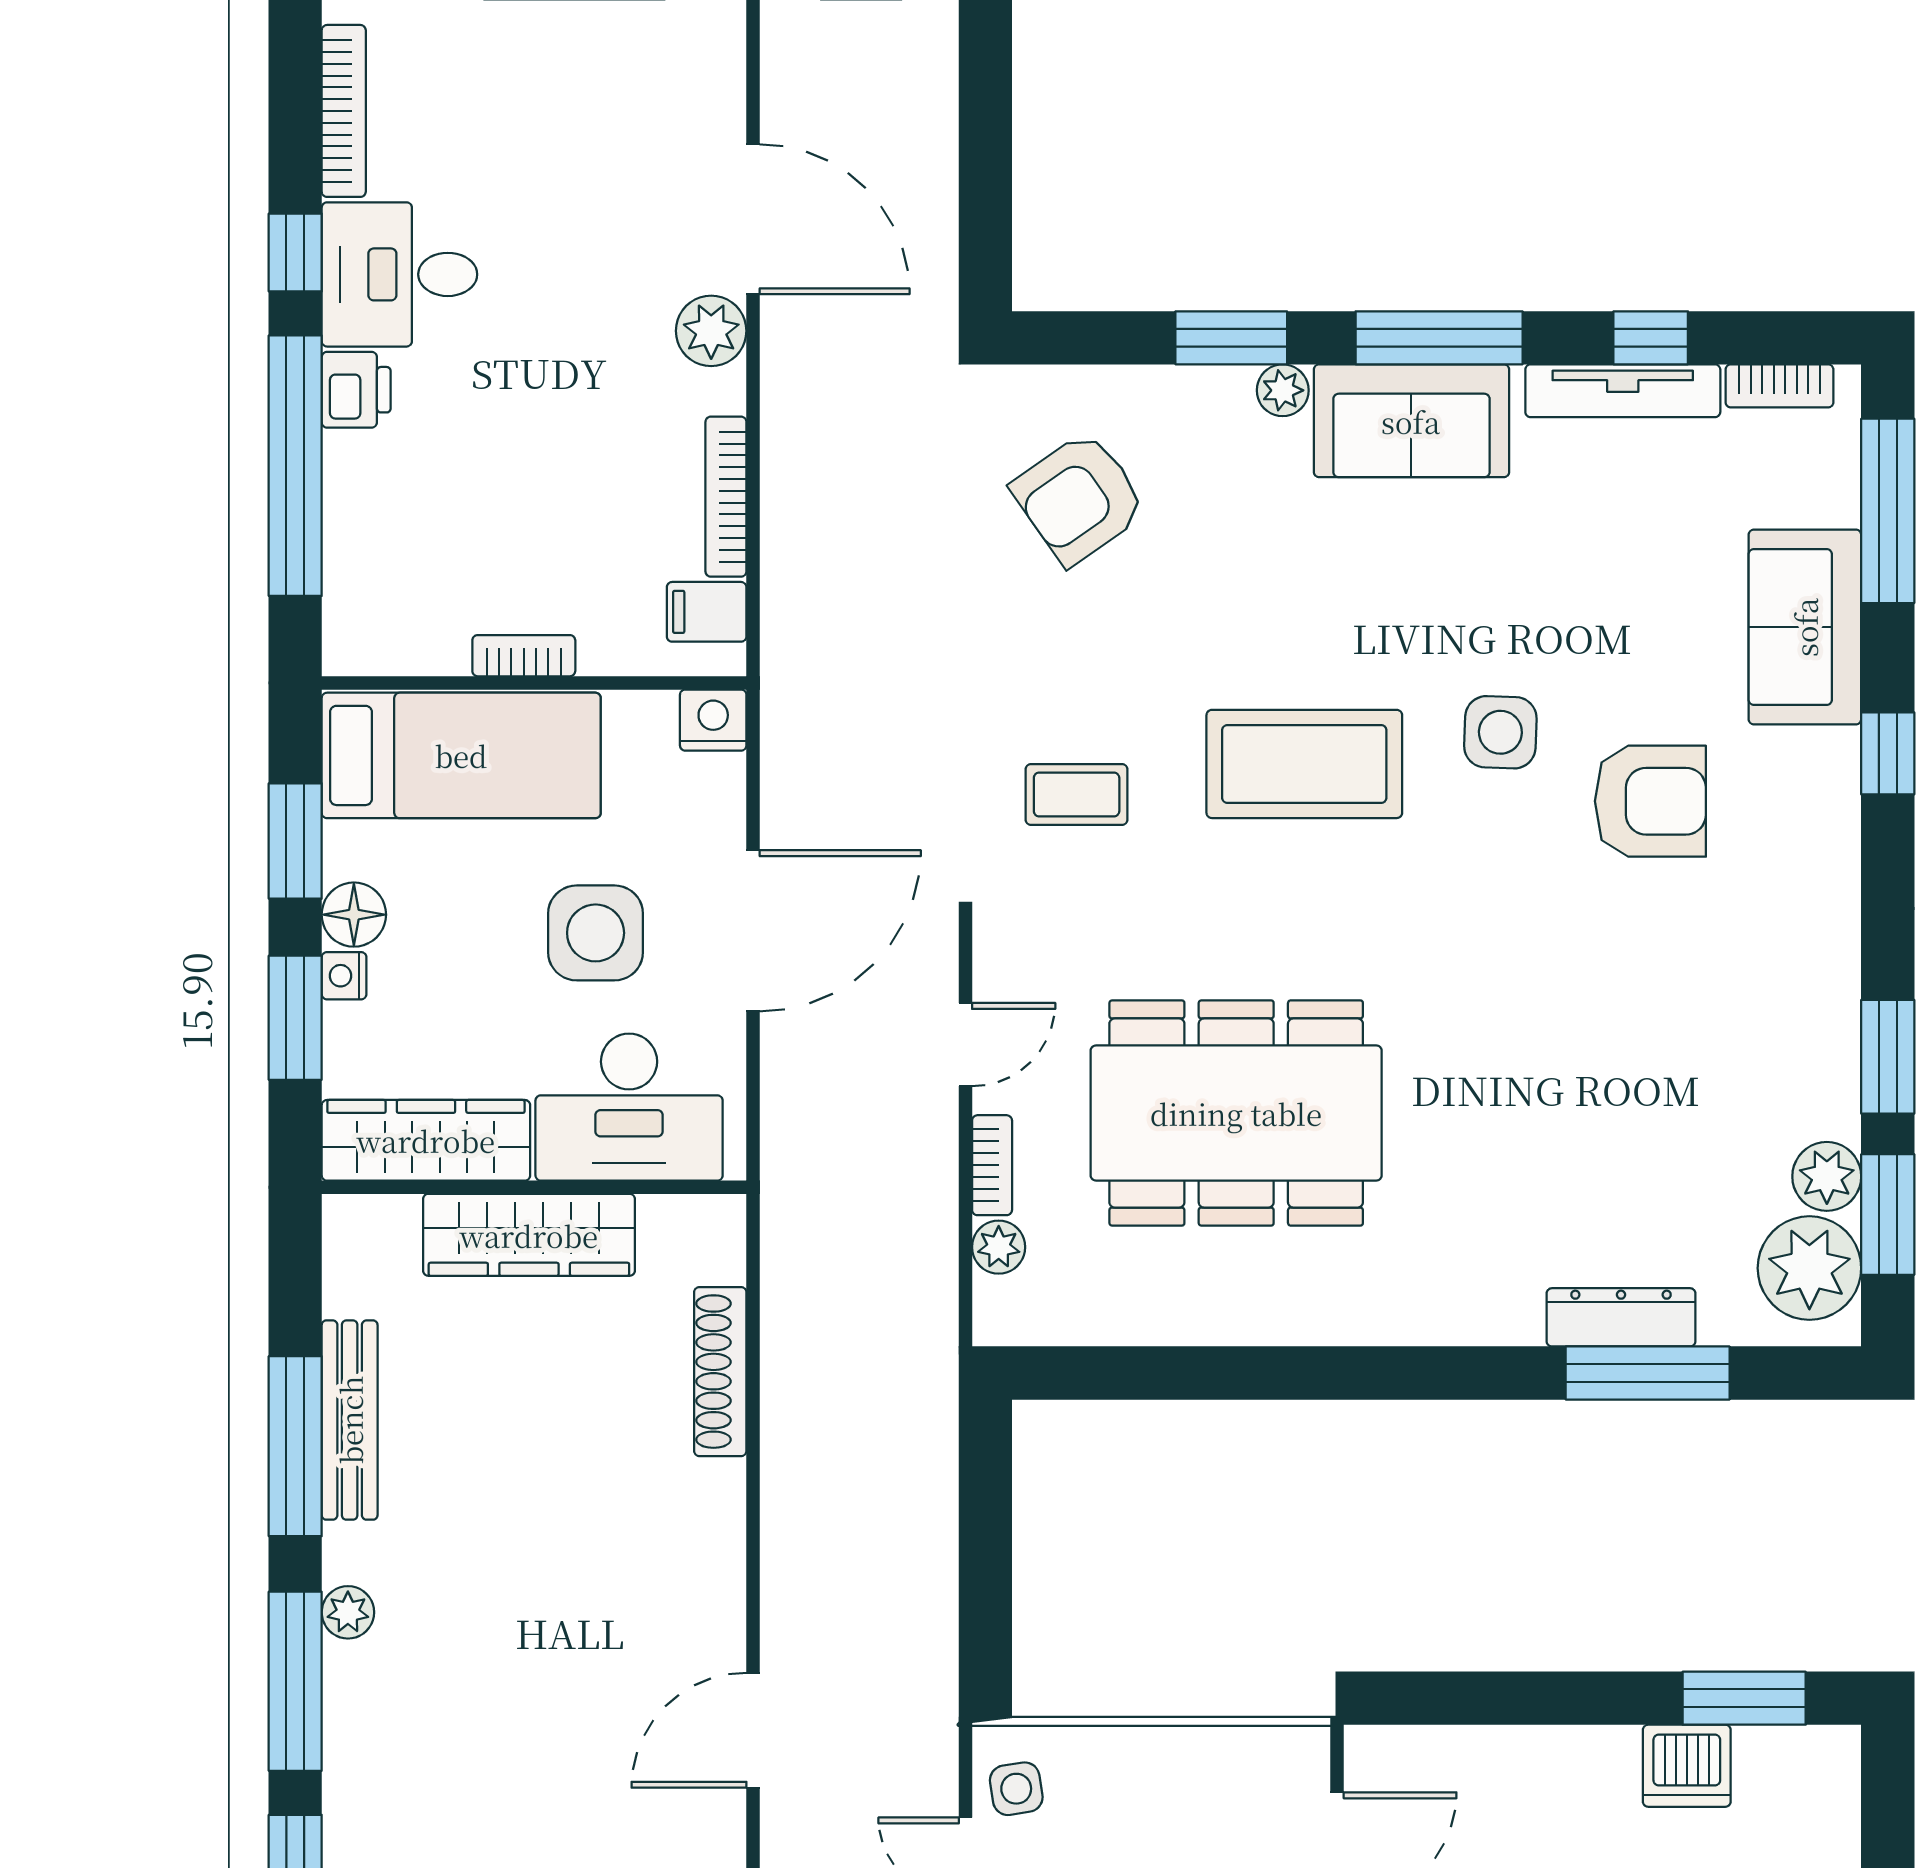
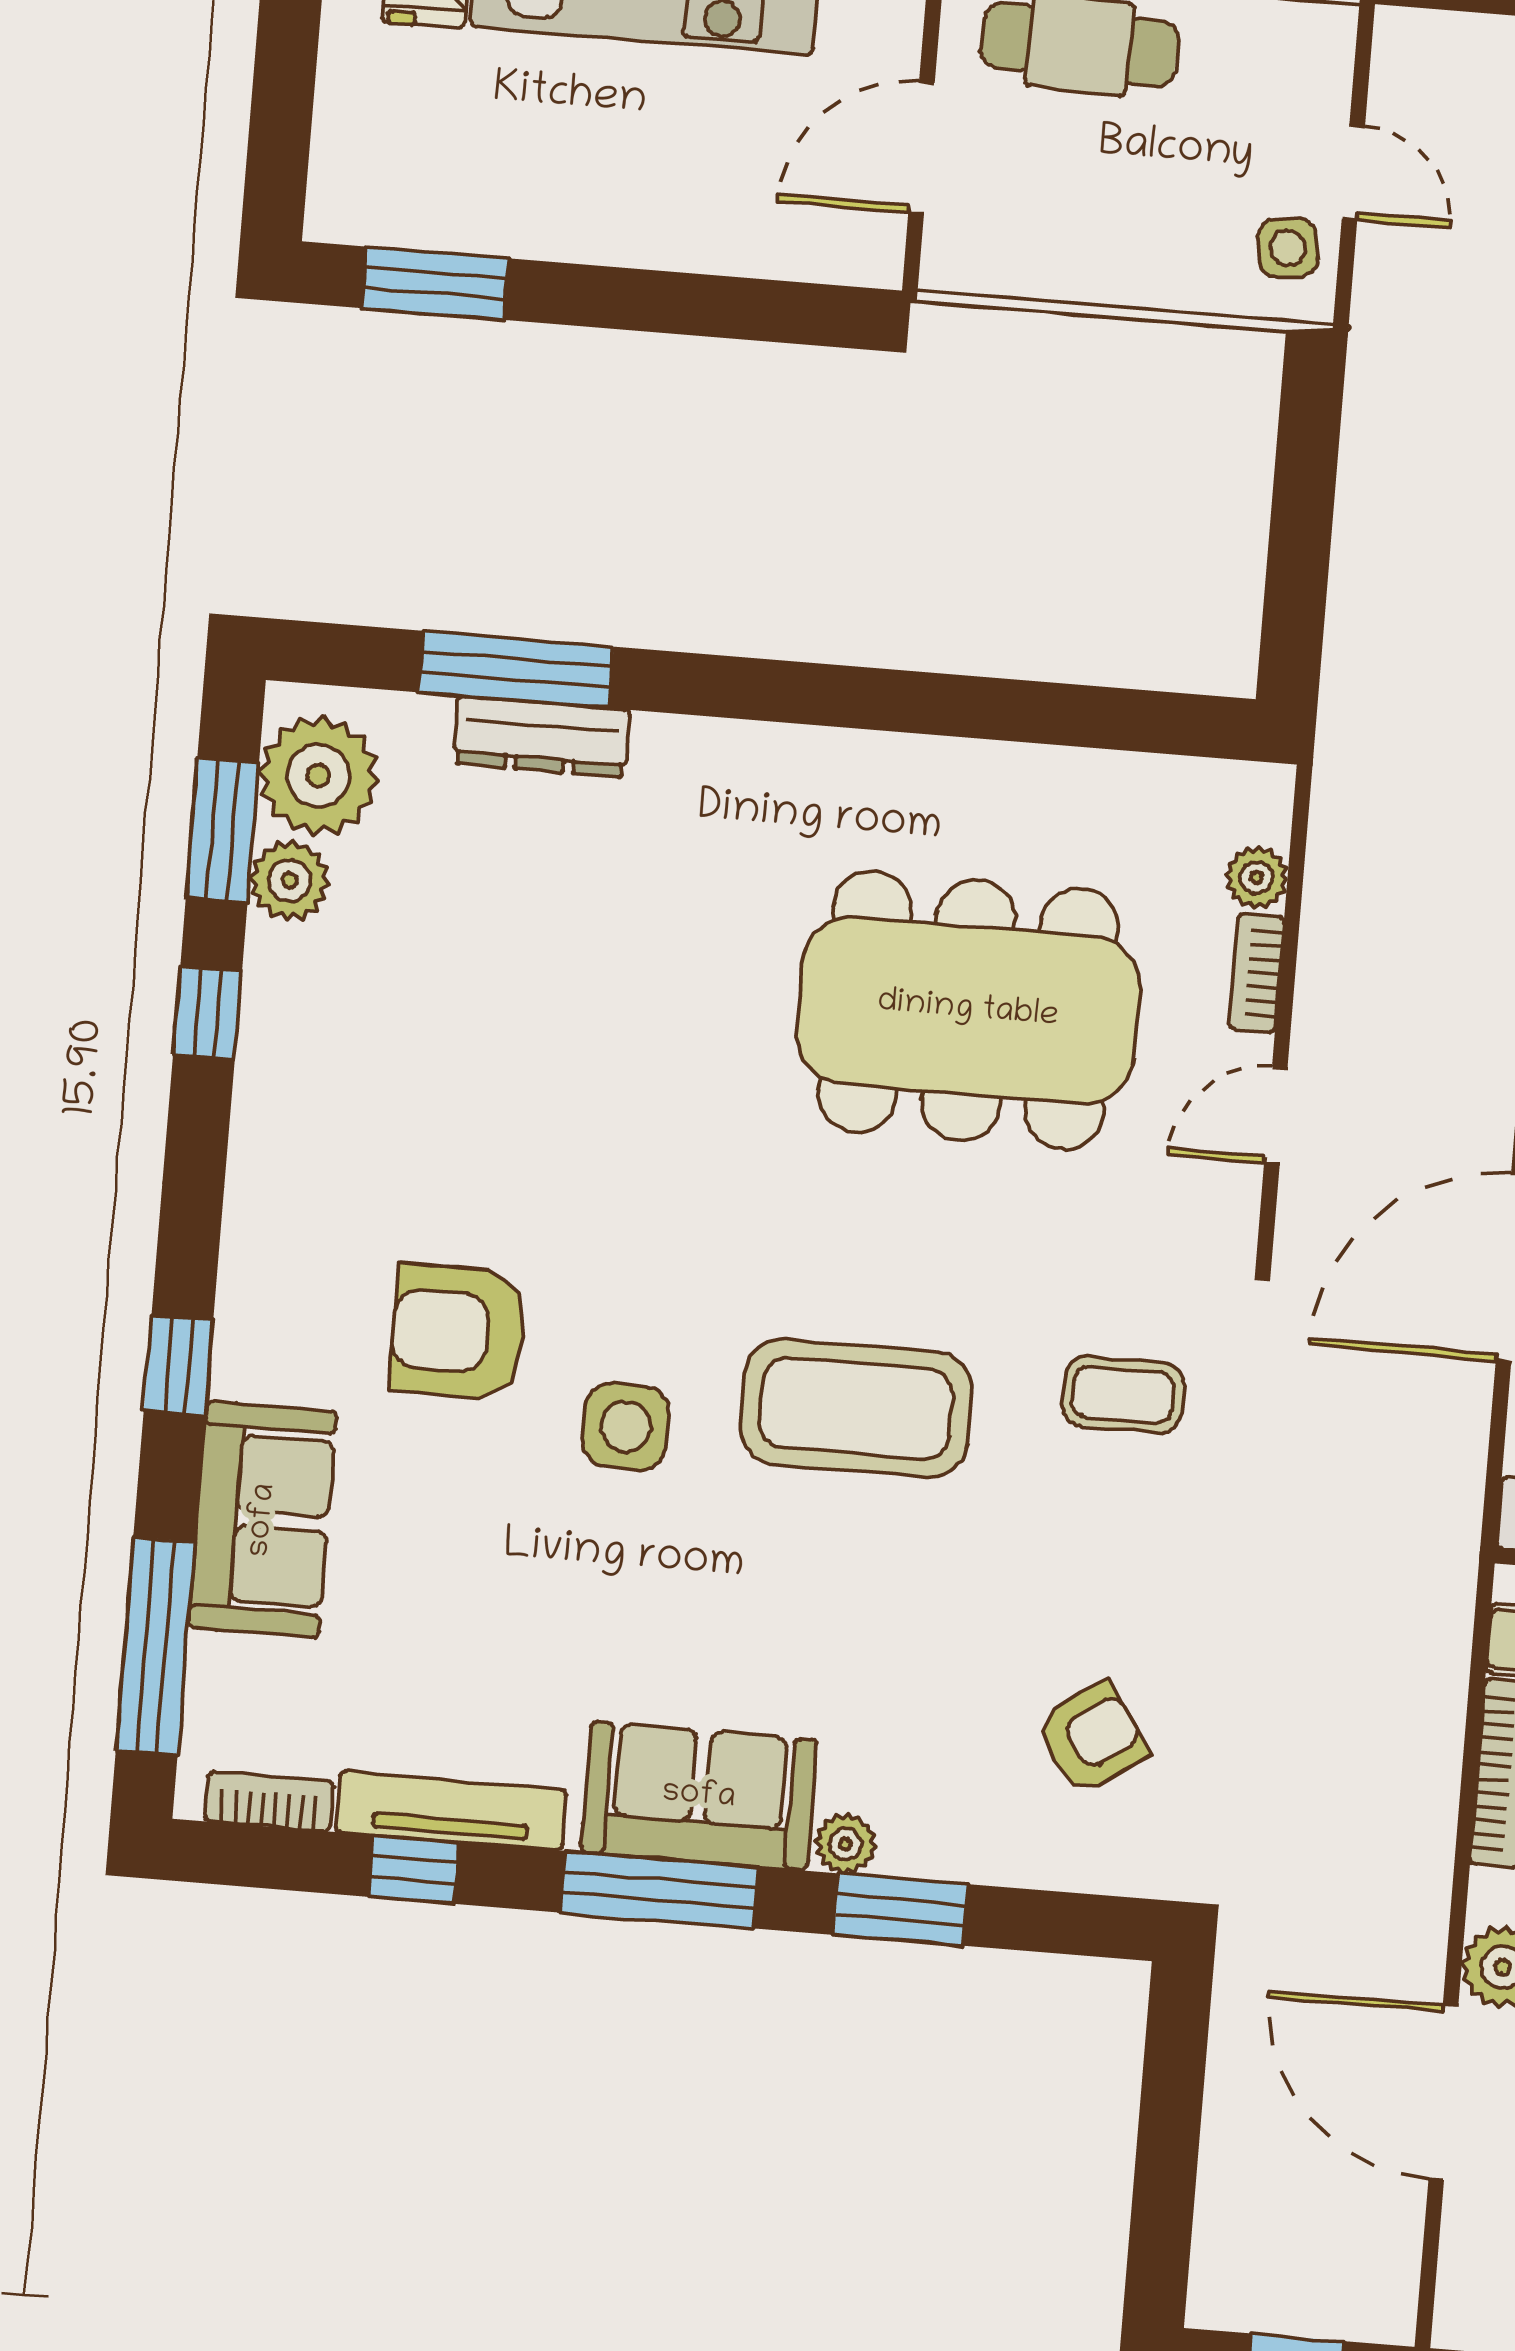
armchair: (1079, 498) -> (1092, 1738), width x0.72, depth x0.72
window: (1888, 1057) -> (207, 1013), width x0.67
dishwasher: (1687, 1766) -> (508, 210), removed

